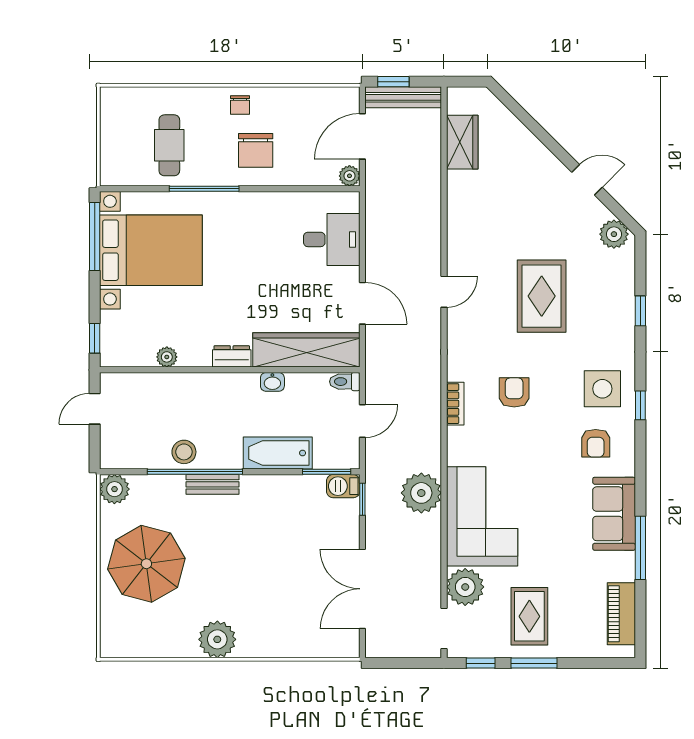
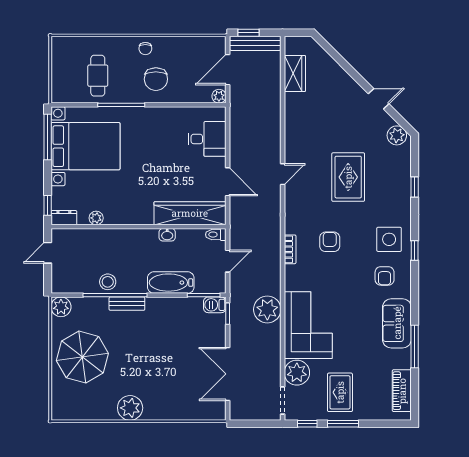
dresser: (232, 356) -> (64, 218), moved

